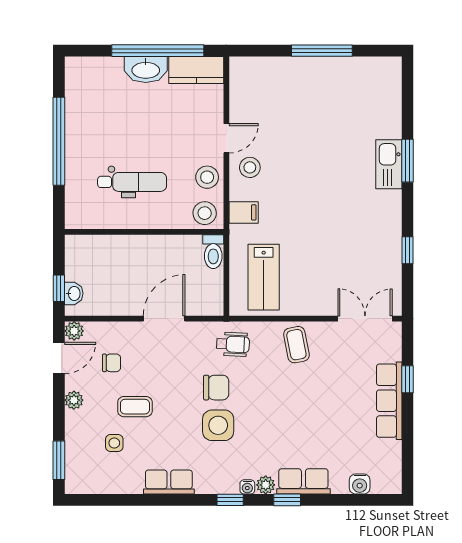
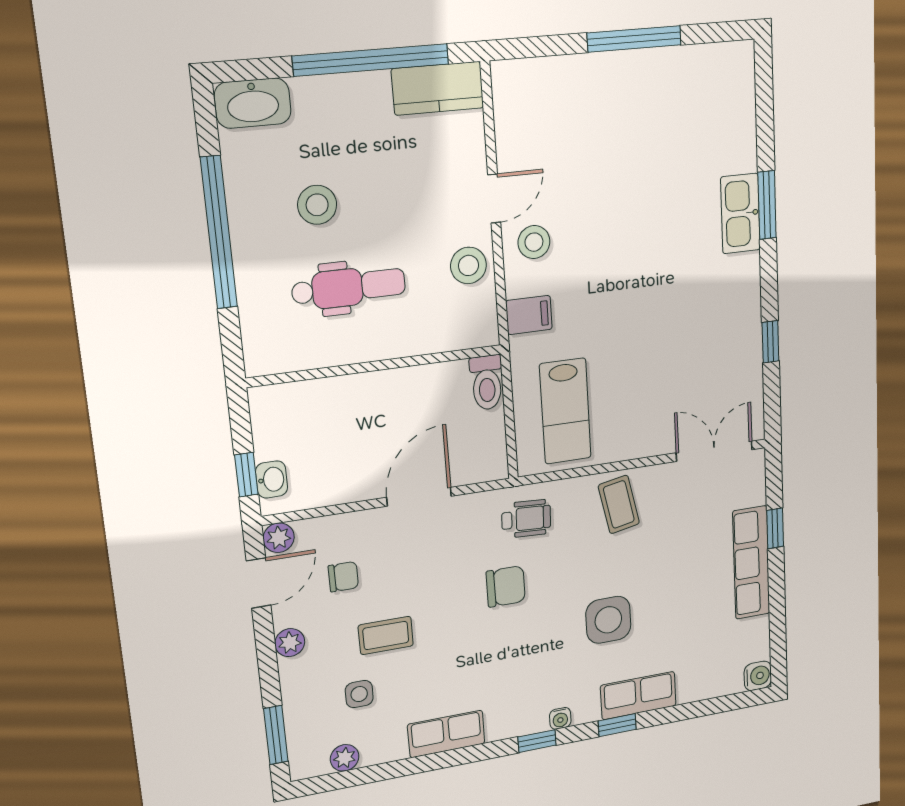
washbasin: (146, 69) -> (253, 103), moved
stool: (205, 213) -> (317, 205), moved
side table: (218, 425) -> (608, 620), moved
water cooler: (360, 484) -> (758, 676), moved, turned -90
plant: (266, 485) -> (345, 758), moved

